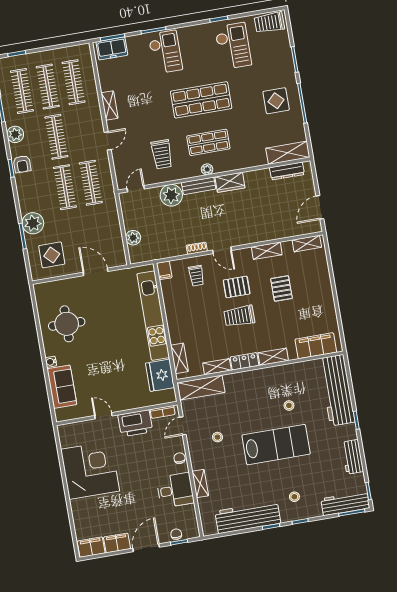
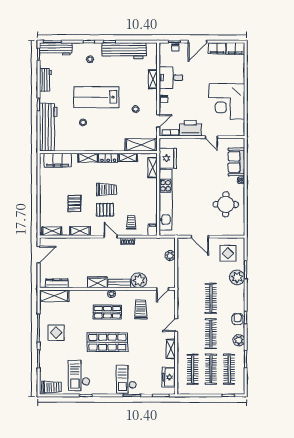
freezer: (112, 48) -> (169, 377), moved, turned -90
clothes rail: (91, 183) -> (193, 298), removed

